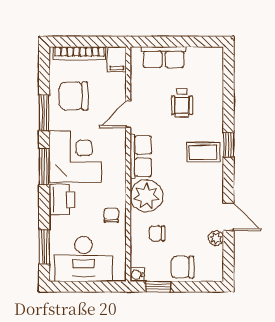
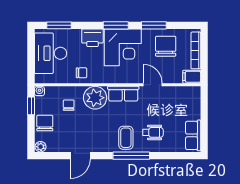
row of seats: (164, 57) -> (193, 135), moved
wheelchair: (182, 103) -> (153, 132), moved, turned 180
window: (228, 145) -> (131, 156), width x2.17
plant: (216, 238) -> (41, 147), moved

